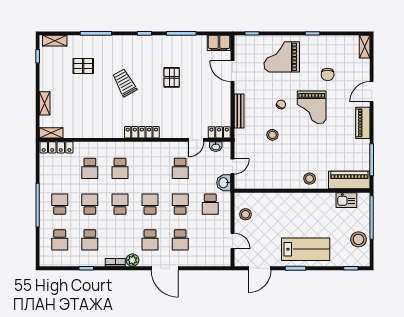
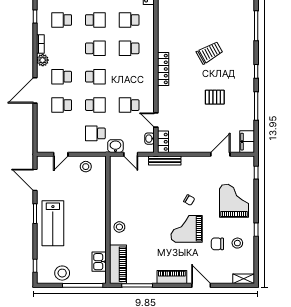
pallet: (83, 66) -> (225, 14), removed
bench: (239, 111) -> (165, 161), moved
stool: (272, 135) -> (237, 243), moved

